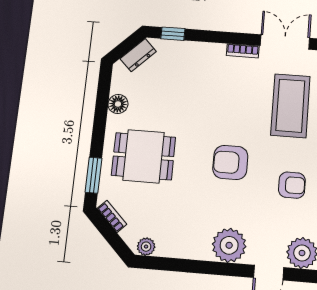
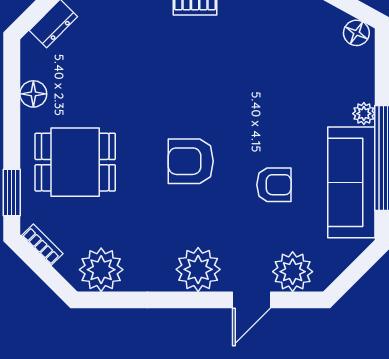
coffee table: (290, 106) -> (265, 78), removed
plant: (146, 247) -> (101, 270), width x1.87, depth x1.87

